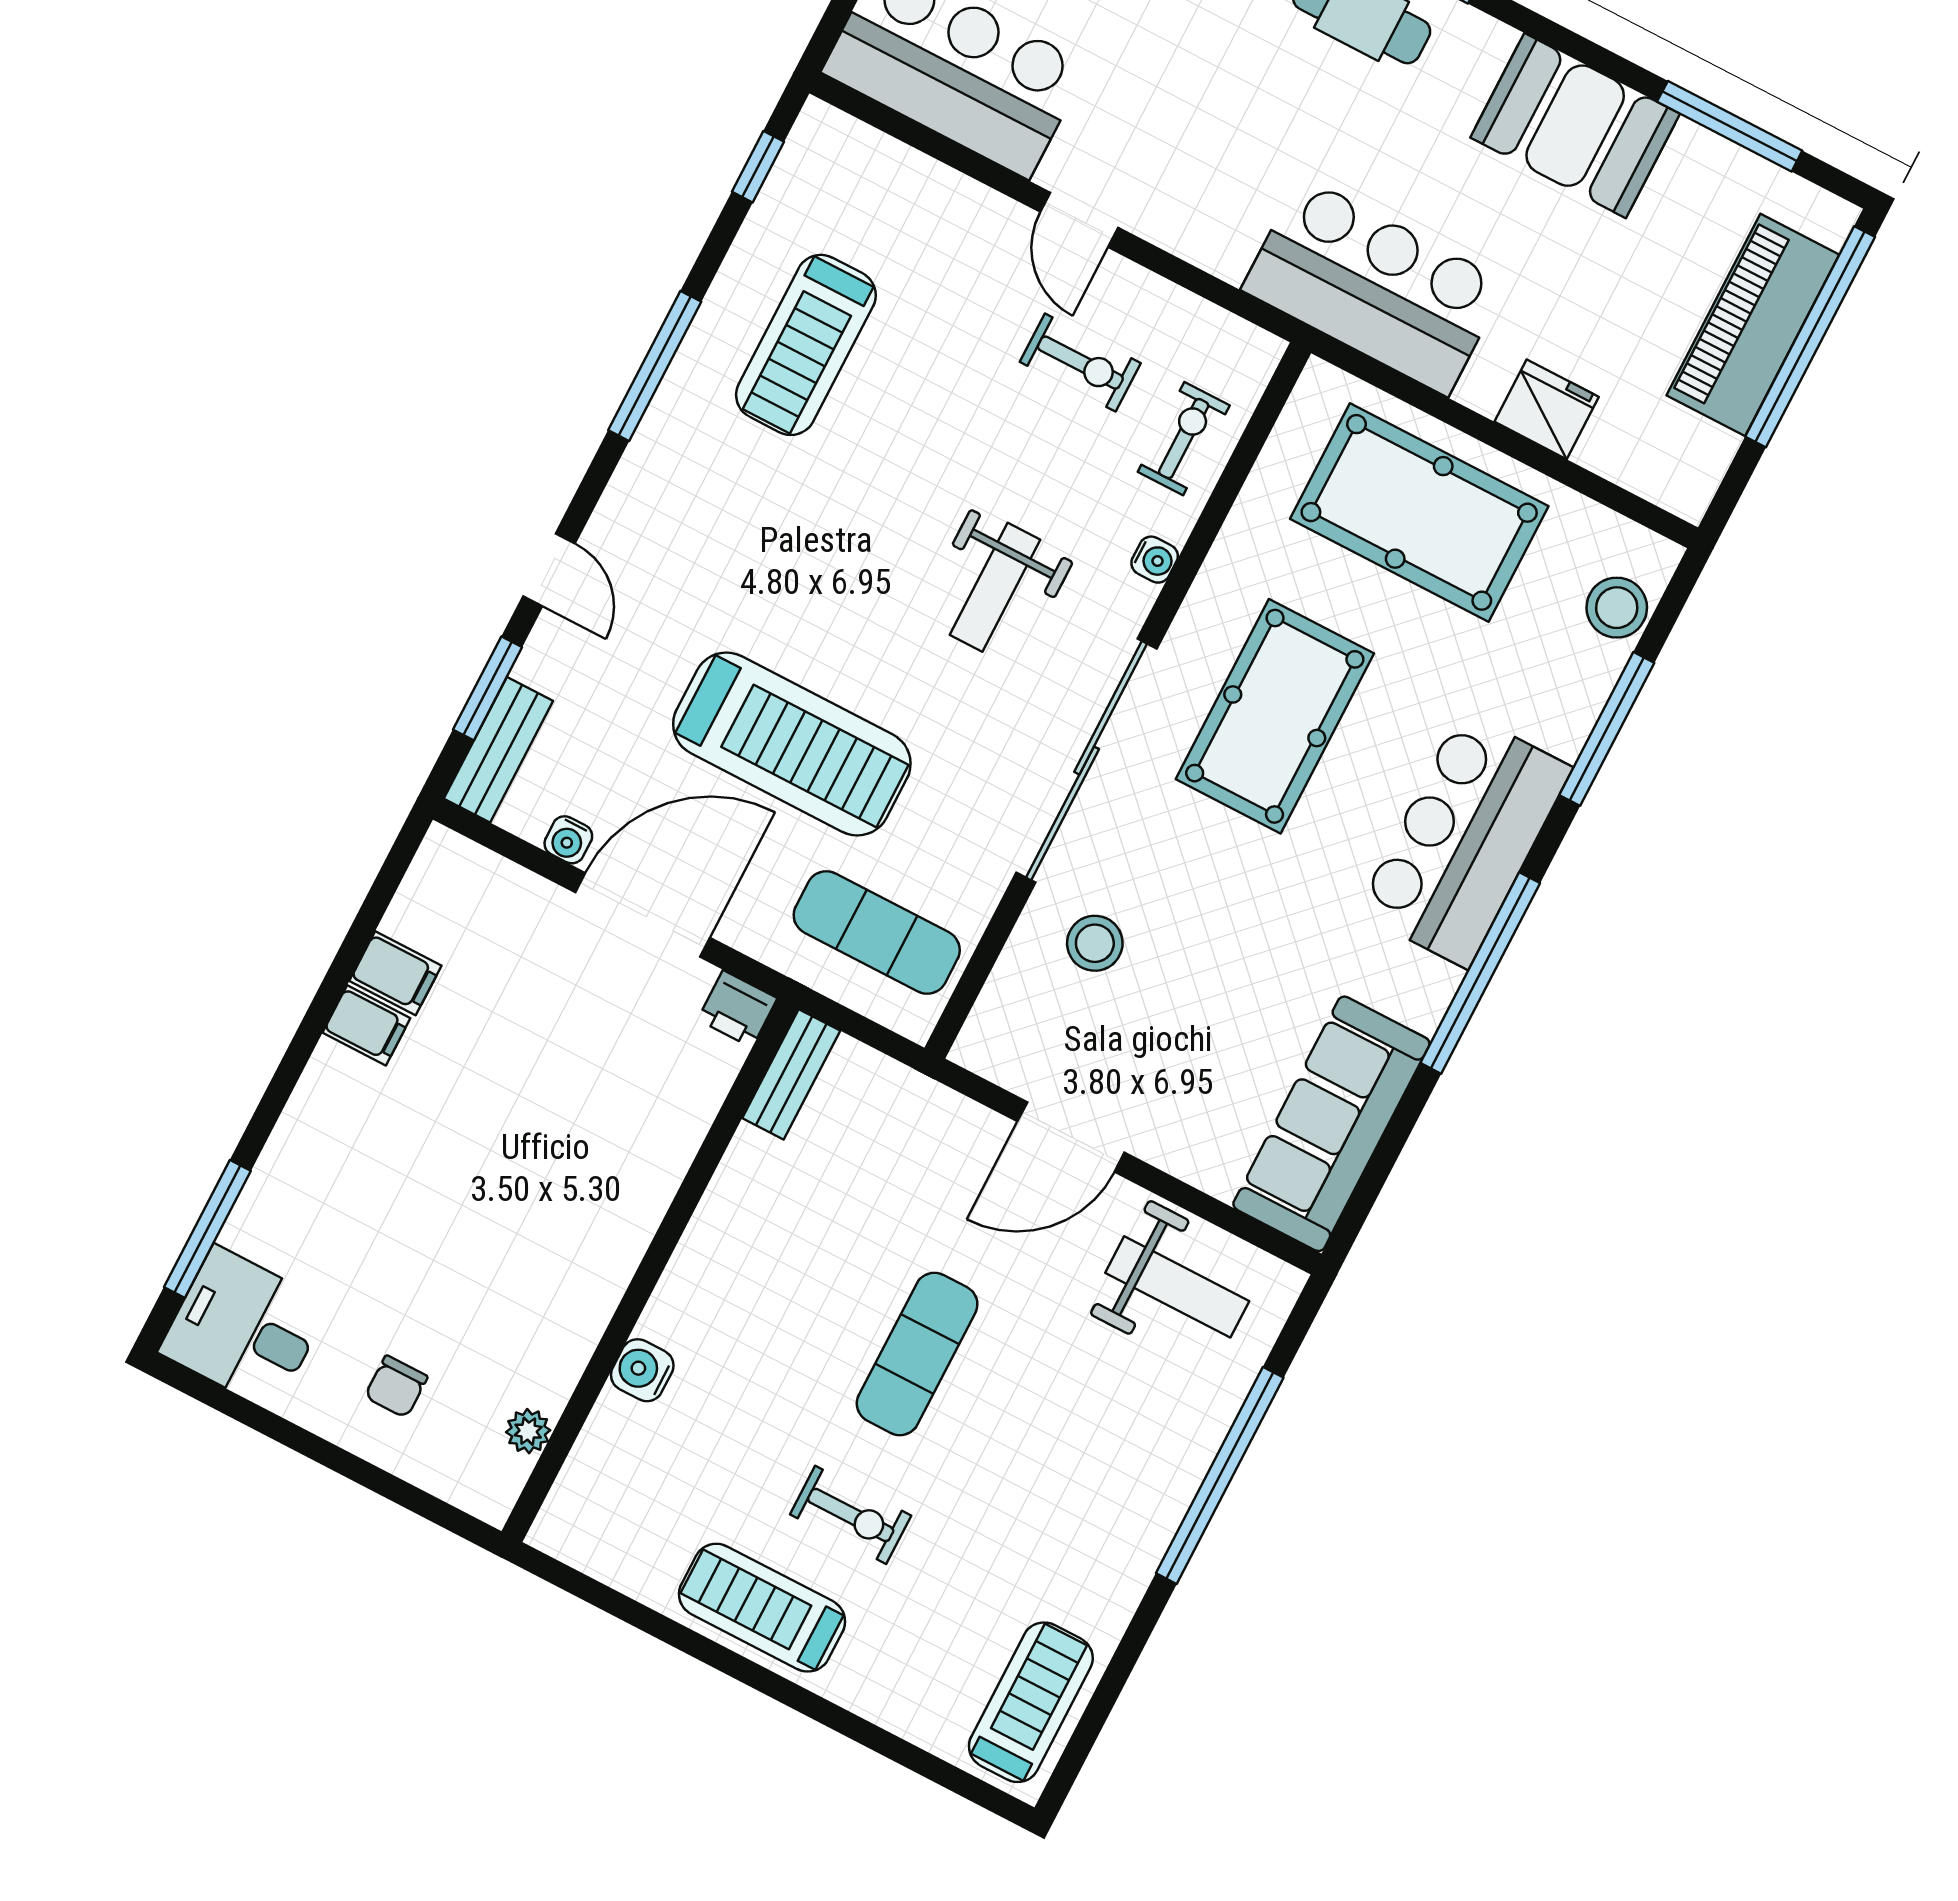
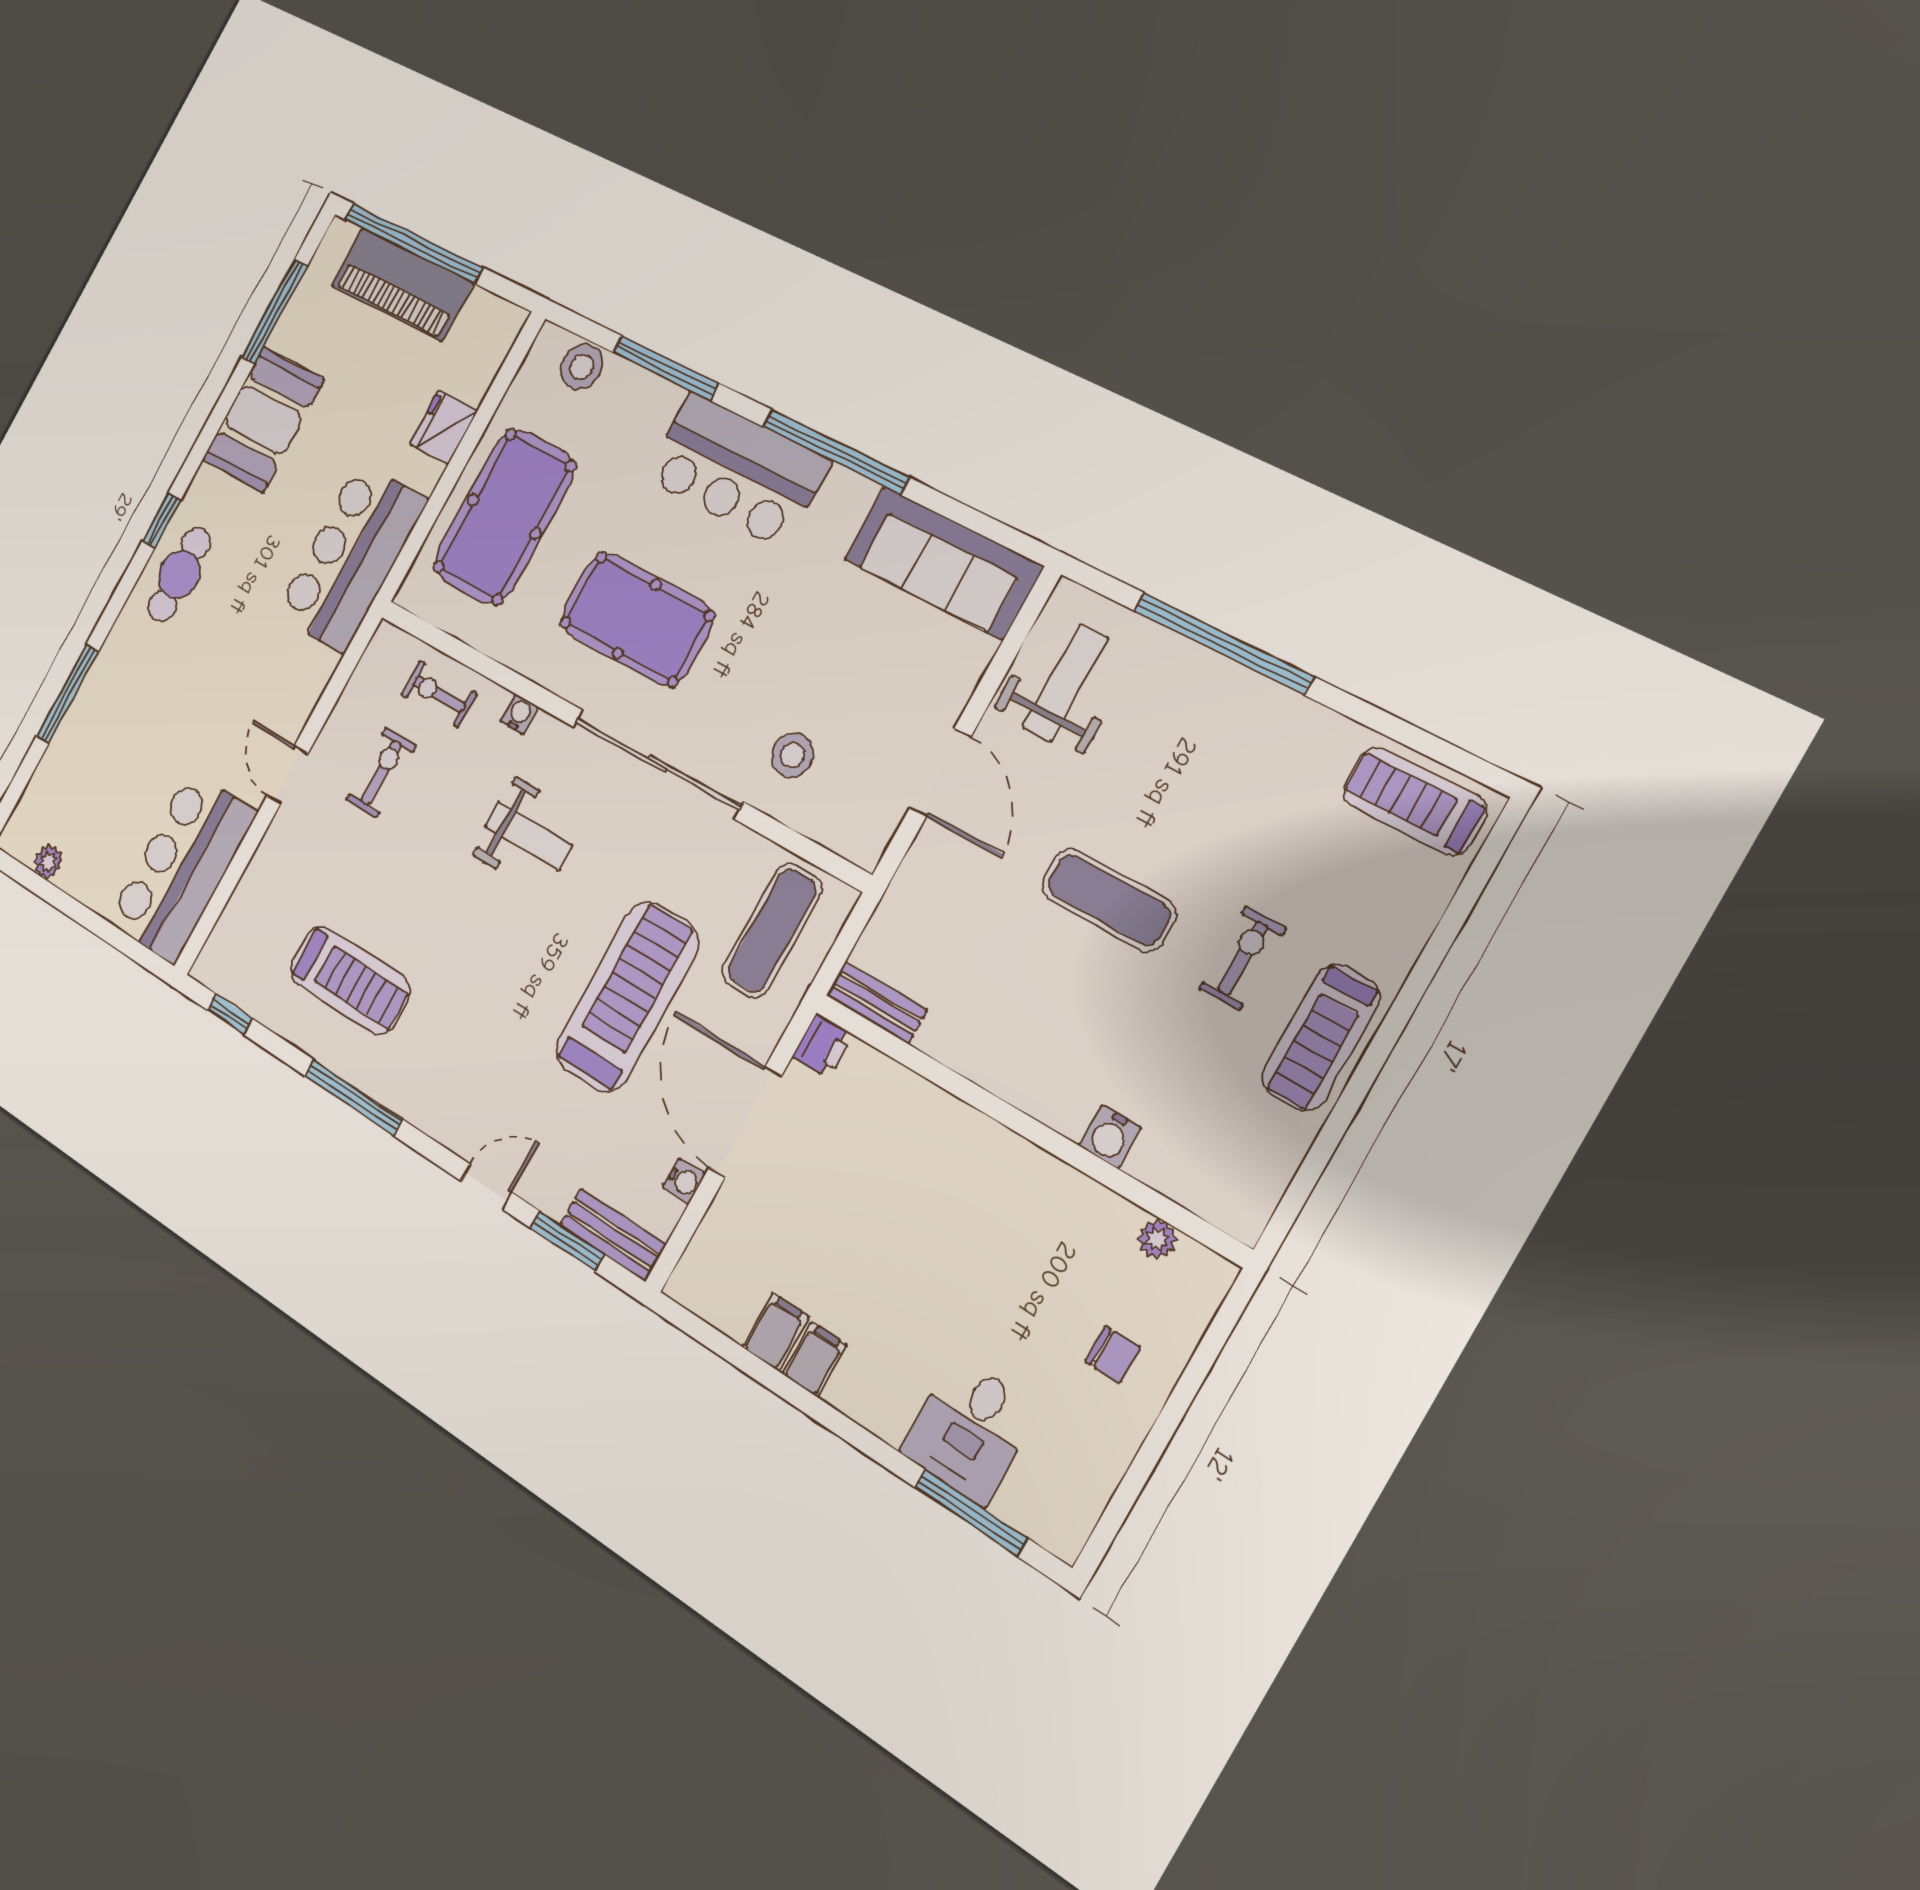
door: (1079, 220) -> (288, 775), swing flipped
desk: (244, 1328) -> (970, 1430), moved

